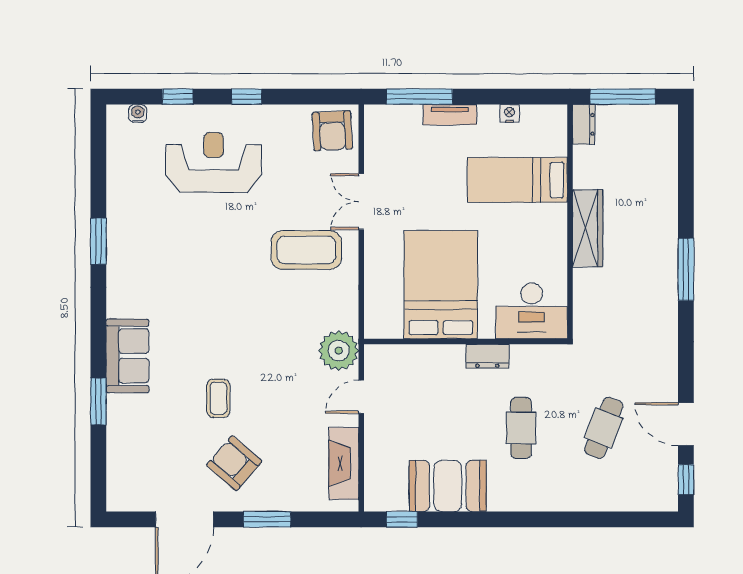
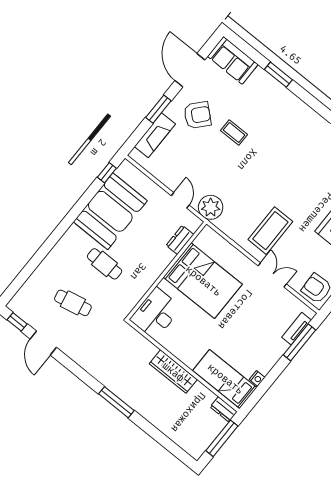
tv unit: (450, 115) -> (297, 329), moved
bed: (517, 180) -> (225, 379), moved, turned -90
sofa: (127, 356) -> (233, 60), moved
dresser: (487, 356) -> (180, 240), moved
door: (686, 424) -> (43, 343), swing flipped
cafe table: (604, 428) -> (73, 303), turned -33
fireplace: (344, 463) -> (155, 135), moved, turned 90
booth: (448, 486) -> (110, 211), width x1.36, depth x1.42

